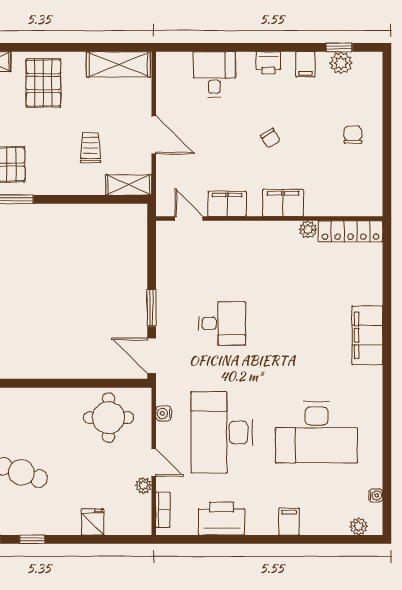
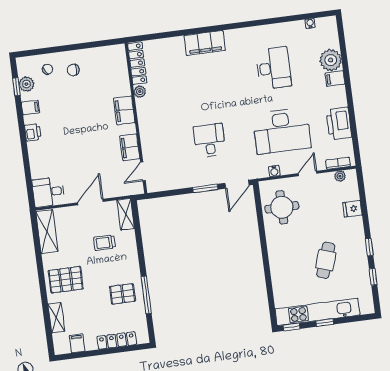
desk: (214, 74) -> (48, 192), moved
chair: (270, 138) -> (47, 69), moved
desk: (317, 432) -> (274, 68), width x0.73, depth x0.77
plant: (143, 486) -> (340, 176), moved
plant: (359, 526) -> (331, 60), moved, width x1.88, depth x1.88

